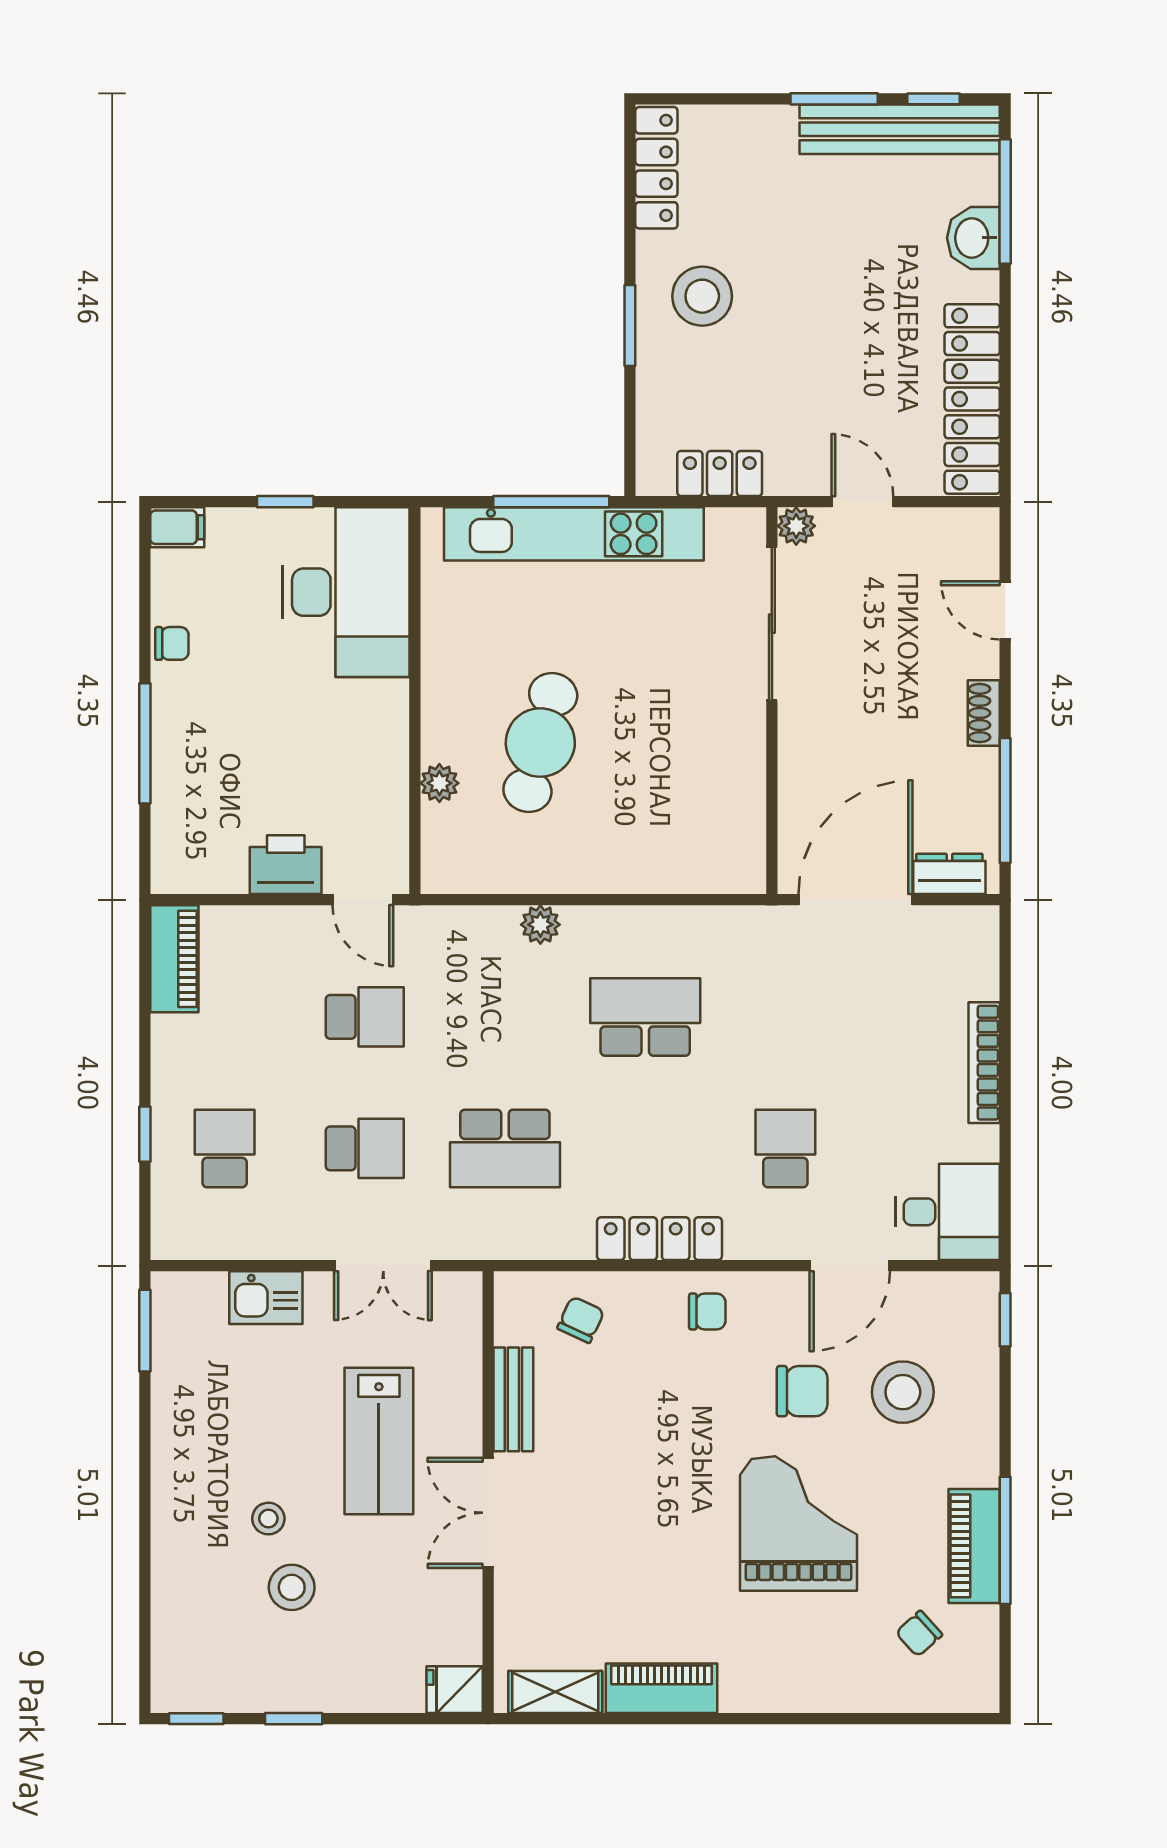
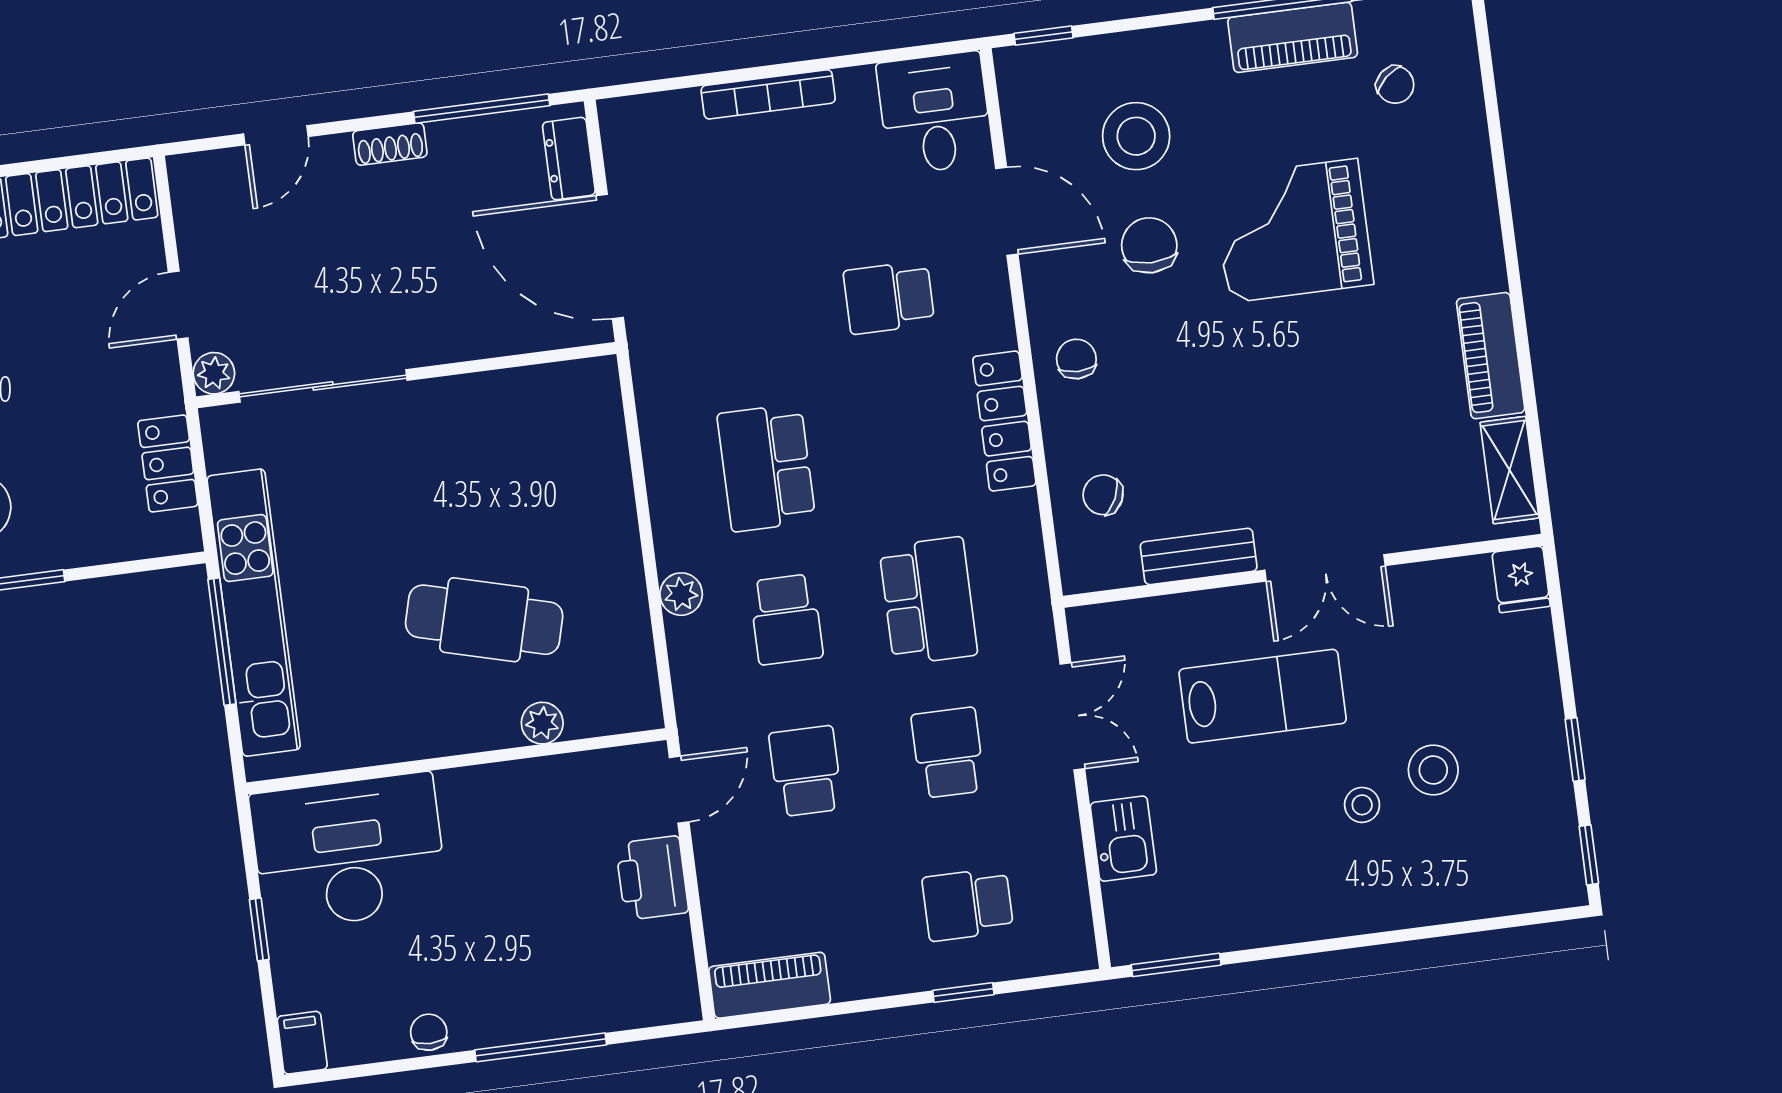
school desk: (505, 1017) -> (786, 619), added

